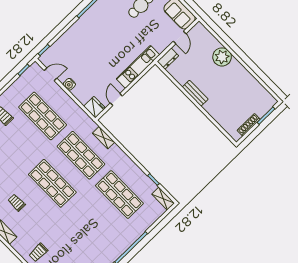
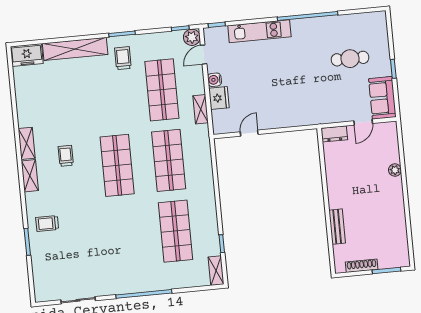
plant: (222, 57) -> (395, 170), width x0.53, depth x0.53
kitchen unit: (138, 67) -> (259, 31), moved, turned 180
plant: (35, 70) -> (192, 37), added
door: (51, 74) -> (204, 55), swing flipped
bench: (195, 93) -> (337, 227), moved
fridge: (95, 107) -> (219, 98), moved
shelving: (104, 138) -> (201, 109), moved

